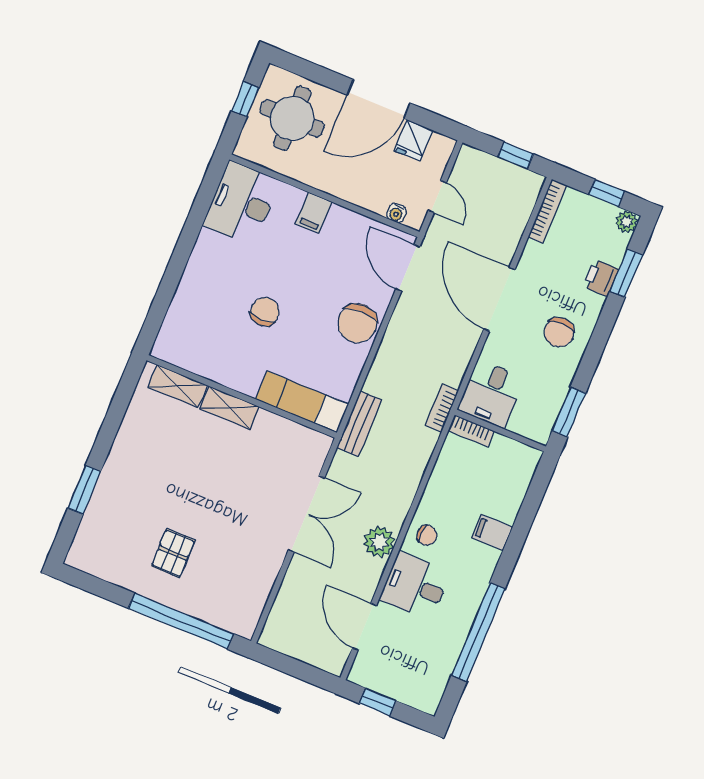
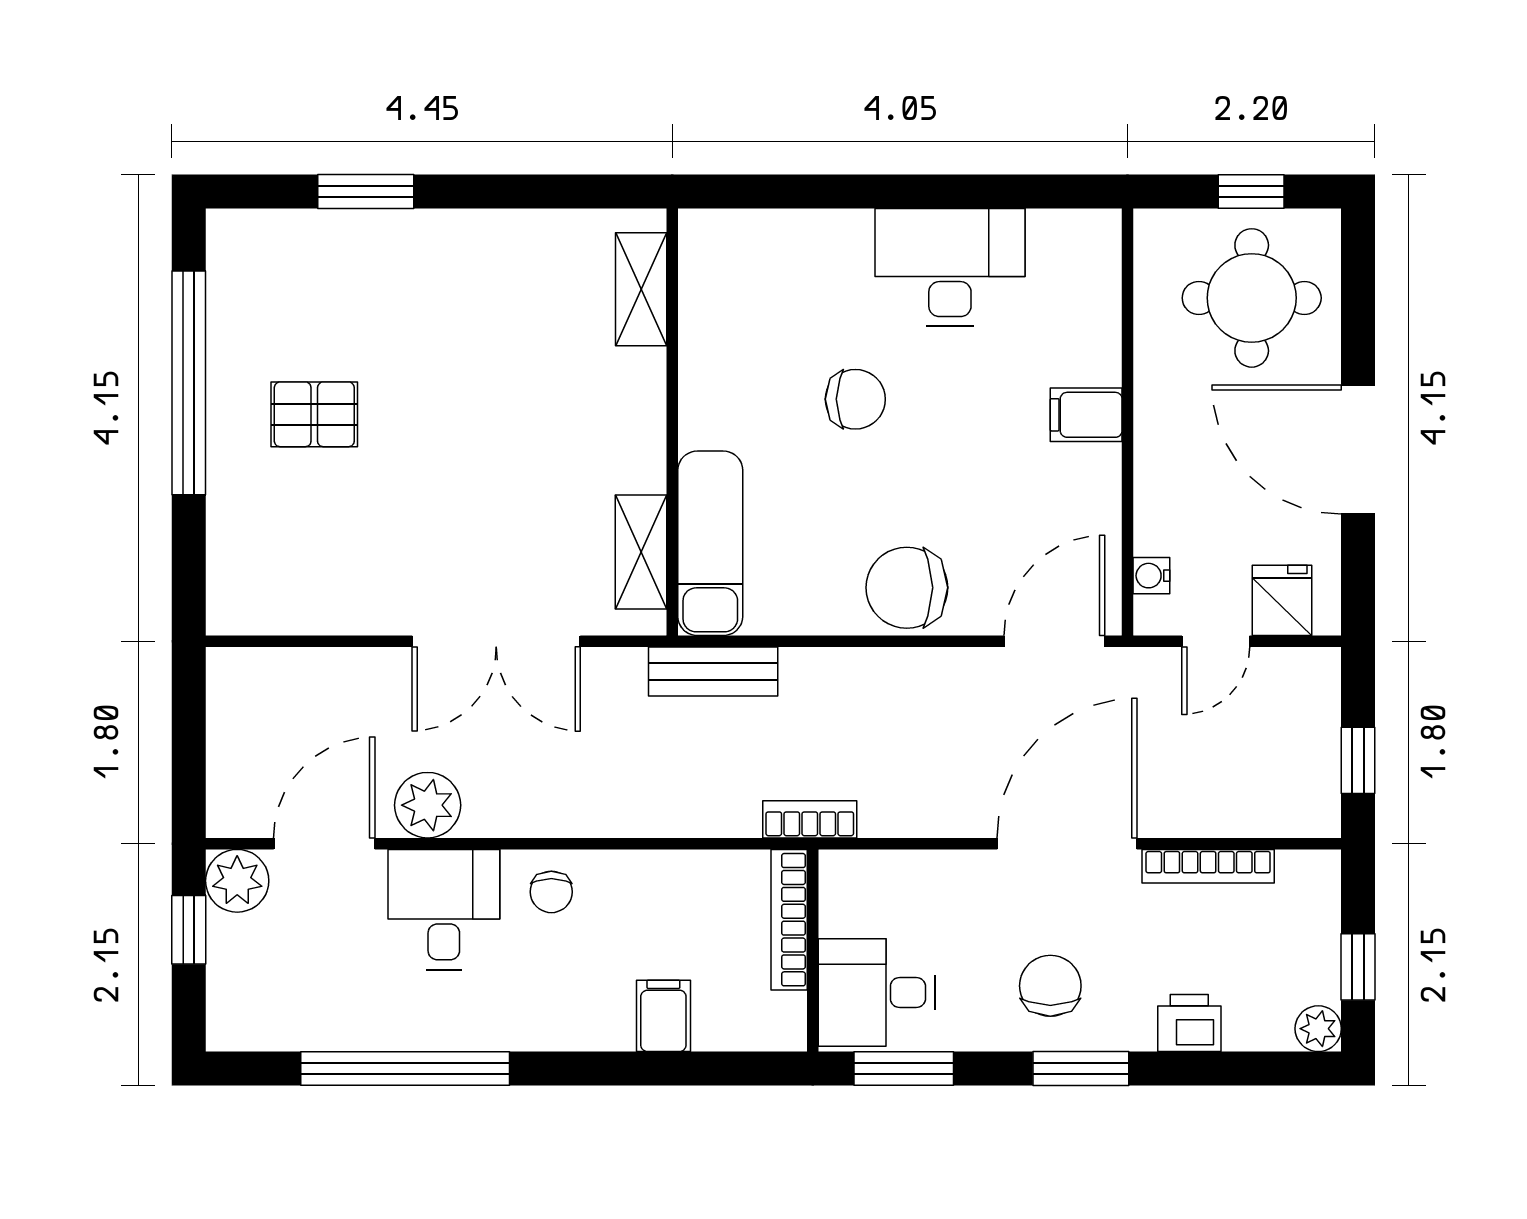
fridge: (414, 140) -> (1282, 600), moved, turned 90
desk: (242, 203) -> (950, 267), moved
bookcase: (547, 211) -> (1208, 866), moved
window: (626, 273) -> (1081, 1069), moved
chair: (559, 332) -> (1050, 986), turned 90
desk: (491, 394) -> (877, 993), moved
shelving: (230, 408) -> (641, 552), moved
bookcase: (471, 431) -> (789, 920), width x1.56
filing cabinet: (492, 532) -> (663, 1016), moved
plant: (379, 542) -> (428, 805), moved
window: (181, 621) -> (189, 383), moved
plant: (365, 672) -> (237, 881), added

